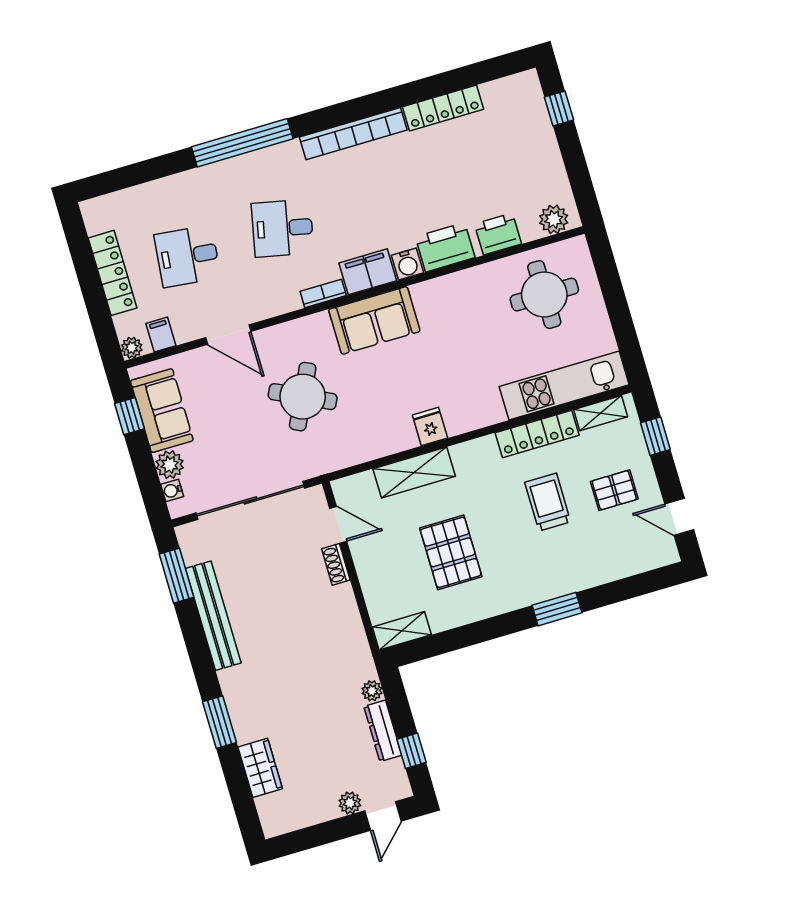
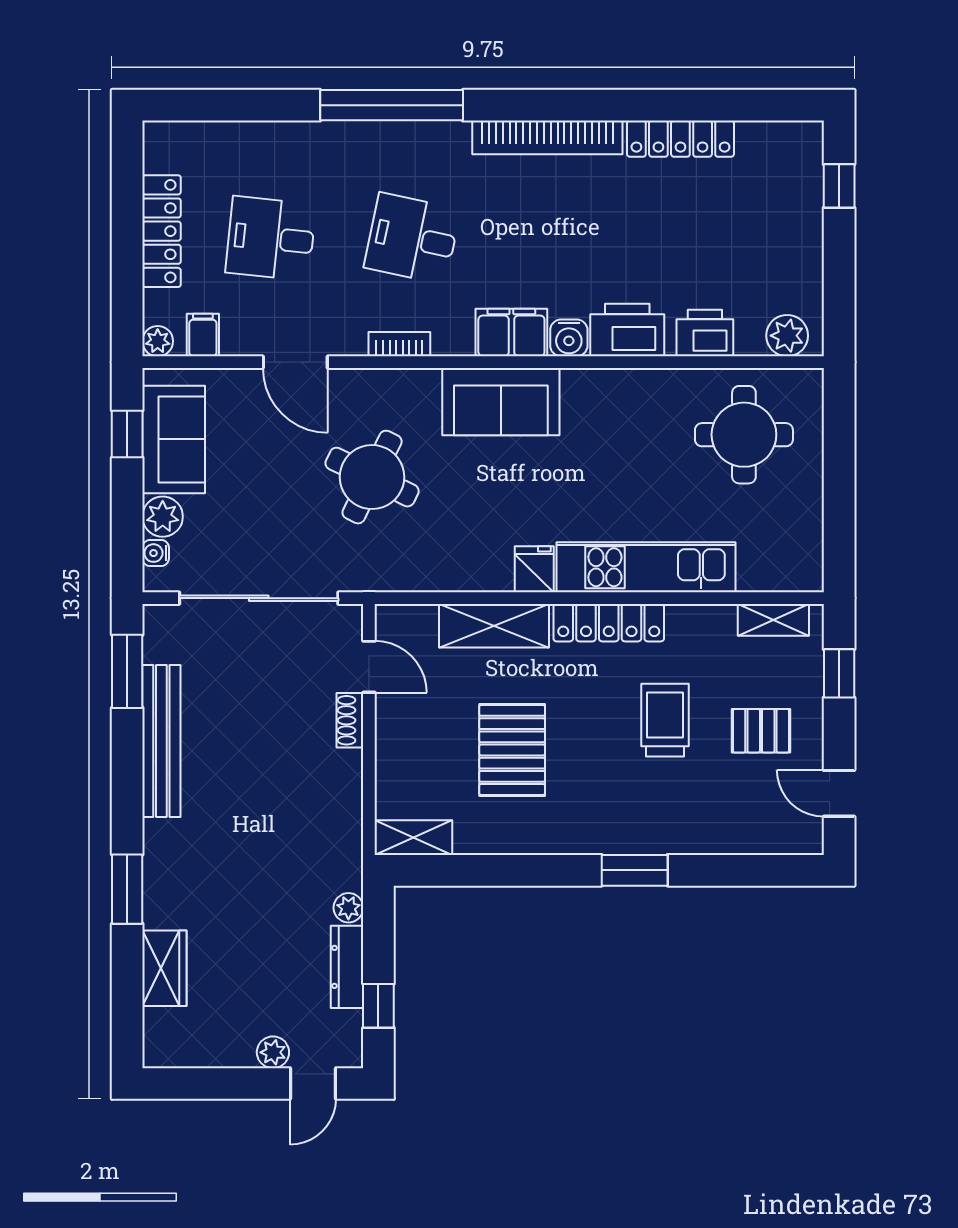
bookcase: (323, 293) -> (399, 344), moved
kitchen unit: (564, 386) -> (646, 567), moved
locker: (537, 434) -> (609, 623), moved

